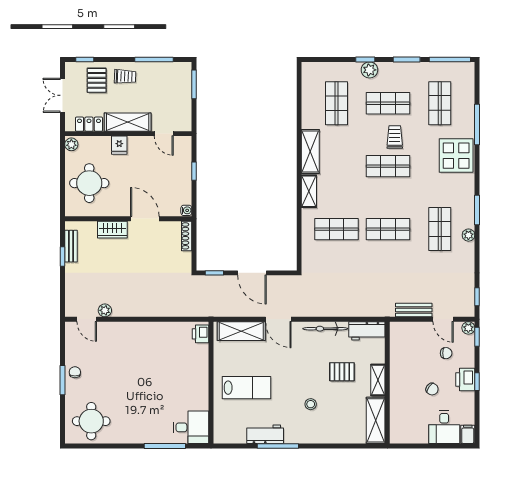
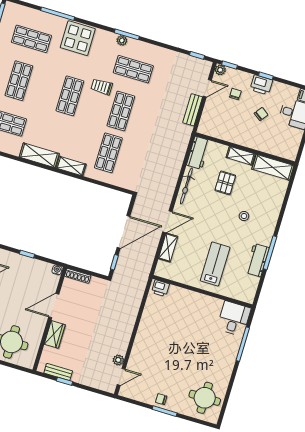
trolley: (395, 137) -> (102, 87), moved
plant: (468, 235) -> (122, 40), moved
door: (252, 273) -> (123, 232), width x1.36
shelving: (241, 331) -> (168, 248), width x0.67, depth x0.75

